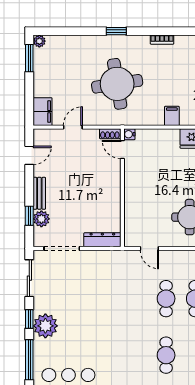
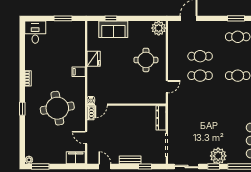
plant: (41, 219) -> (147, 158), removed

